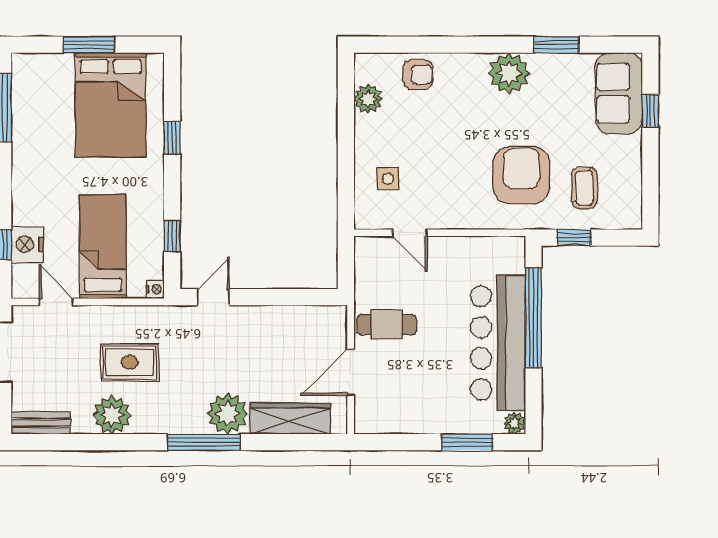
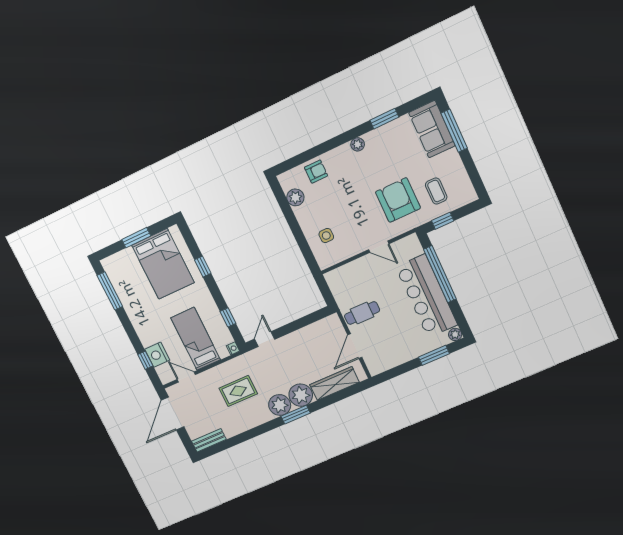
plant: (509, 73) -> (358, 144), width x0.53, depth x0.53
window: (650, 111) -> (454, 131), width x2.17
door: (410, 233) -> (379, 247), moved
plant: (112, 415) -> (280, 405), moved
window: (204, 442) -> (296, 415), width x0.69

